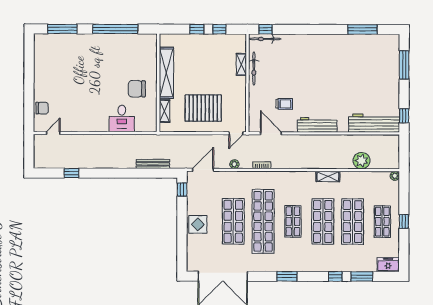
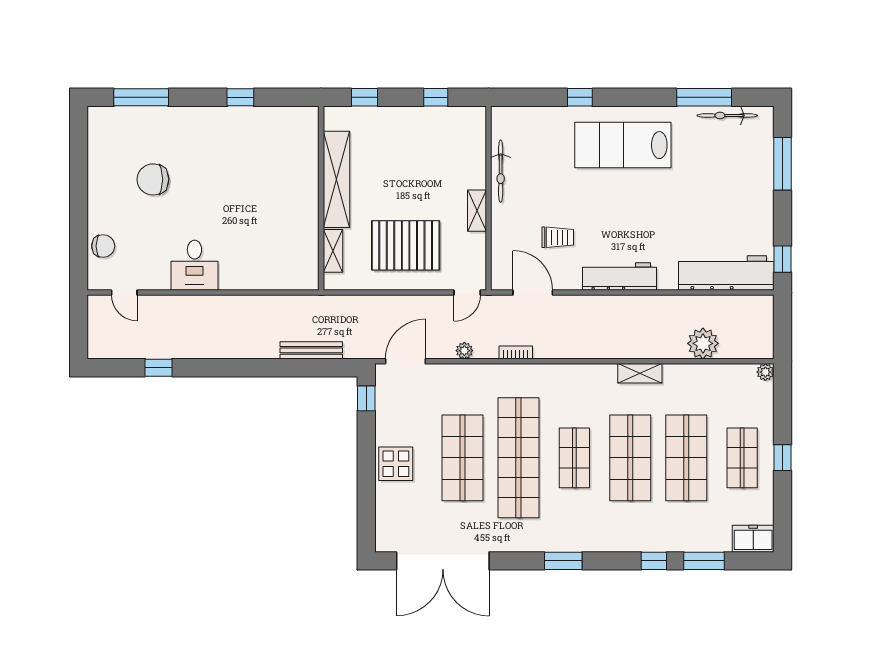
window: (115, 29) -> (240, 97), width x0.32
window: (197, 29) -> (364, 97), moved
window: (265, 29) -> (580, 97), moved
bicycle: (265, 39) -> (727, 115), moved
lab bench: (319, 55) -> (623, 145), added
shelving: (241, 64) -> (477, 211), moved
chair: (137, 89) -> (153, 179), moved
desk: (122, 119) -> (194, 265), moved
door: (53, 133) -> (124, 293), swing flipped

